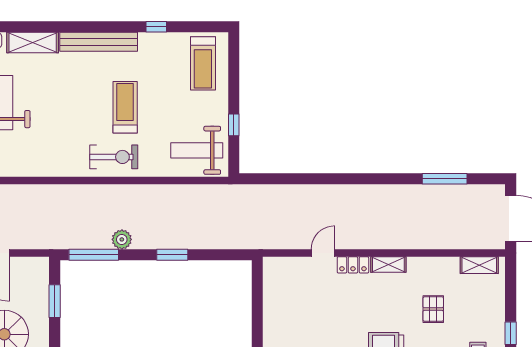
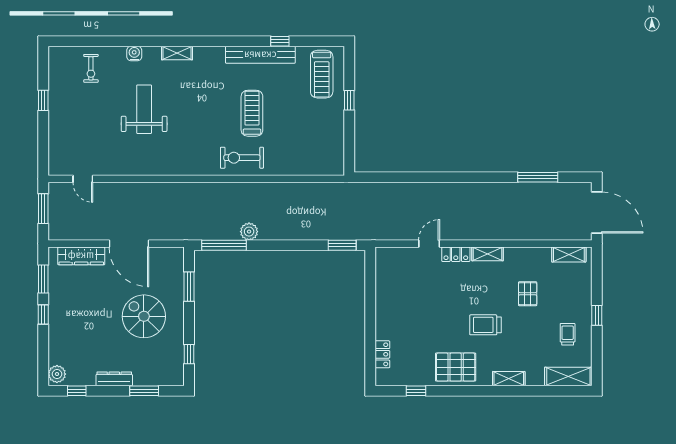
shelving: (33, 42) -> (177, 53), width x0.67, depth x0.75
bench: (99, 42) -> (260, 55), moved
window: (234, 125) -> (349, 100), moved
weight bench: (197, 150) -> (316, 152), removed
exercise bike: (114, 157) -> (242, 158), turned 180
window: (172, 255) -> (342, 245), moved

